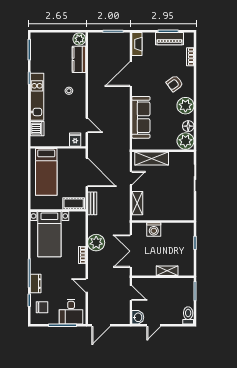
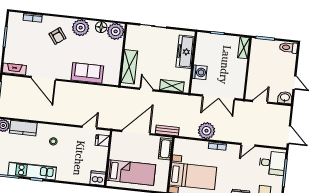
piano: (169, 39) -> (13, 36), removed
kitchen unit: (37, 97) -> (32, 171), moved
sofa: (141, 117) -> (87, 73), width x0.73
dishwasher: (37, 129) -> (98, 178), moved
freezer: (173, 213) -> (185, 52), added
shelving: (167, 271) -> (244, 48), moved

